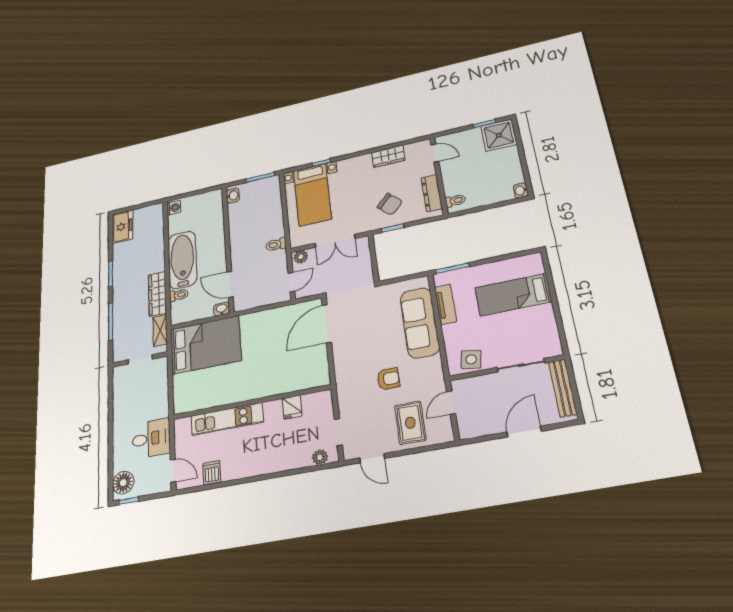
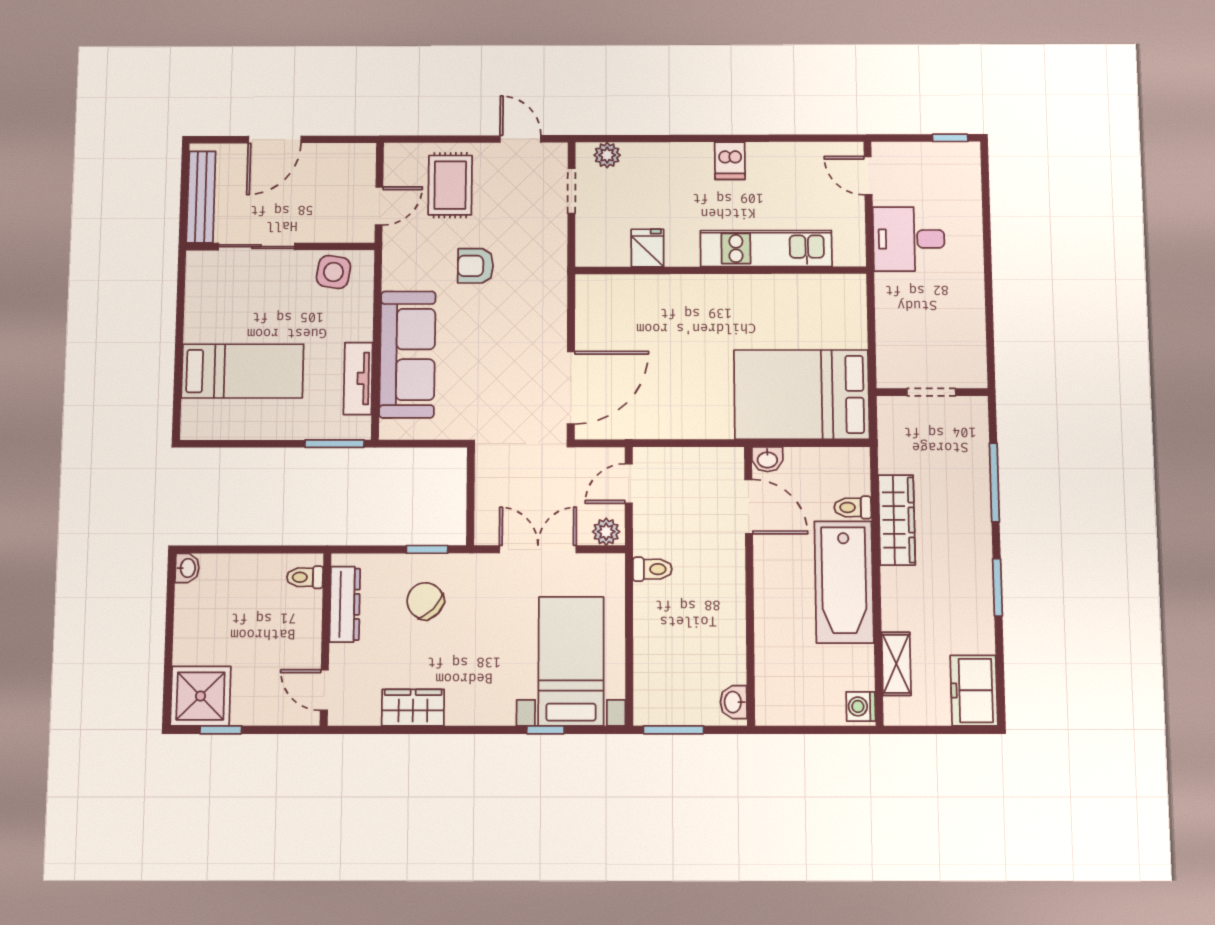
shelving: (160, 330) -> (896, 664), moved
dishwasher: (212, 473) -> (730, 161), moved
floor lamp: (123, 483) -> (961, 170), removed

